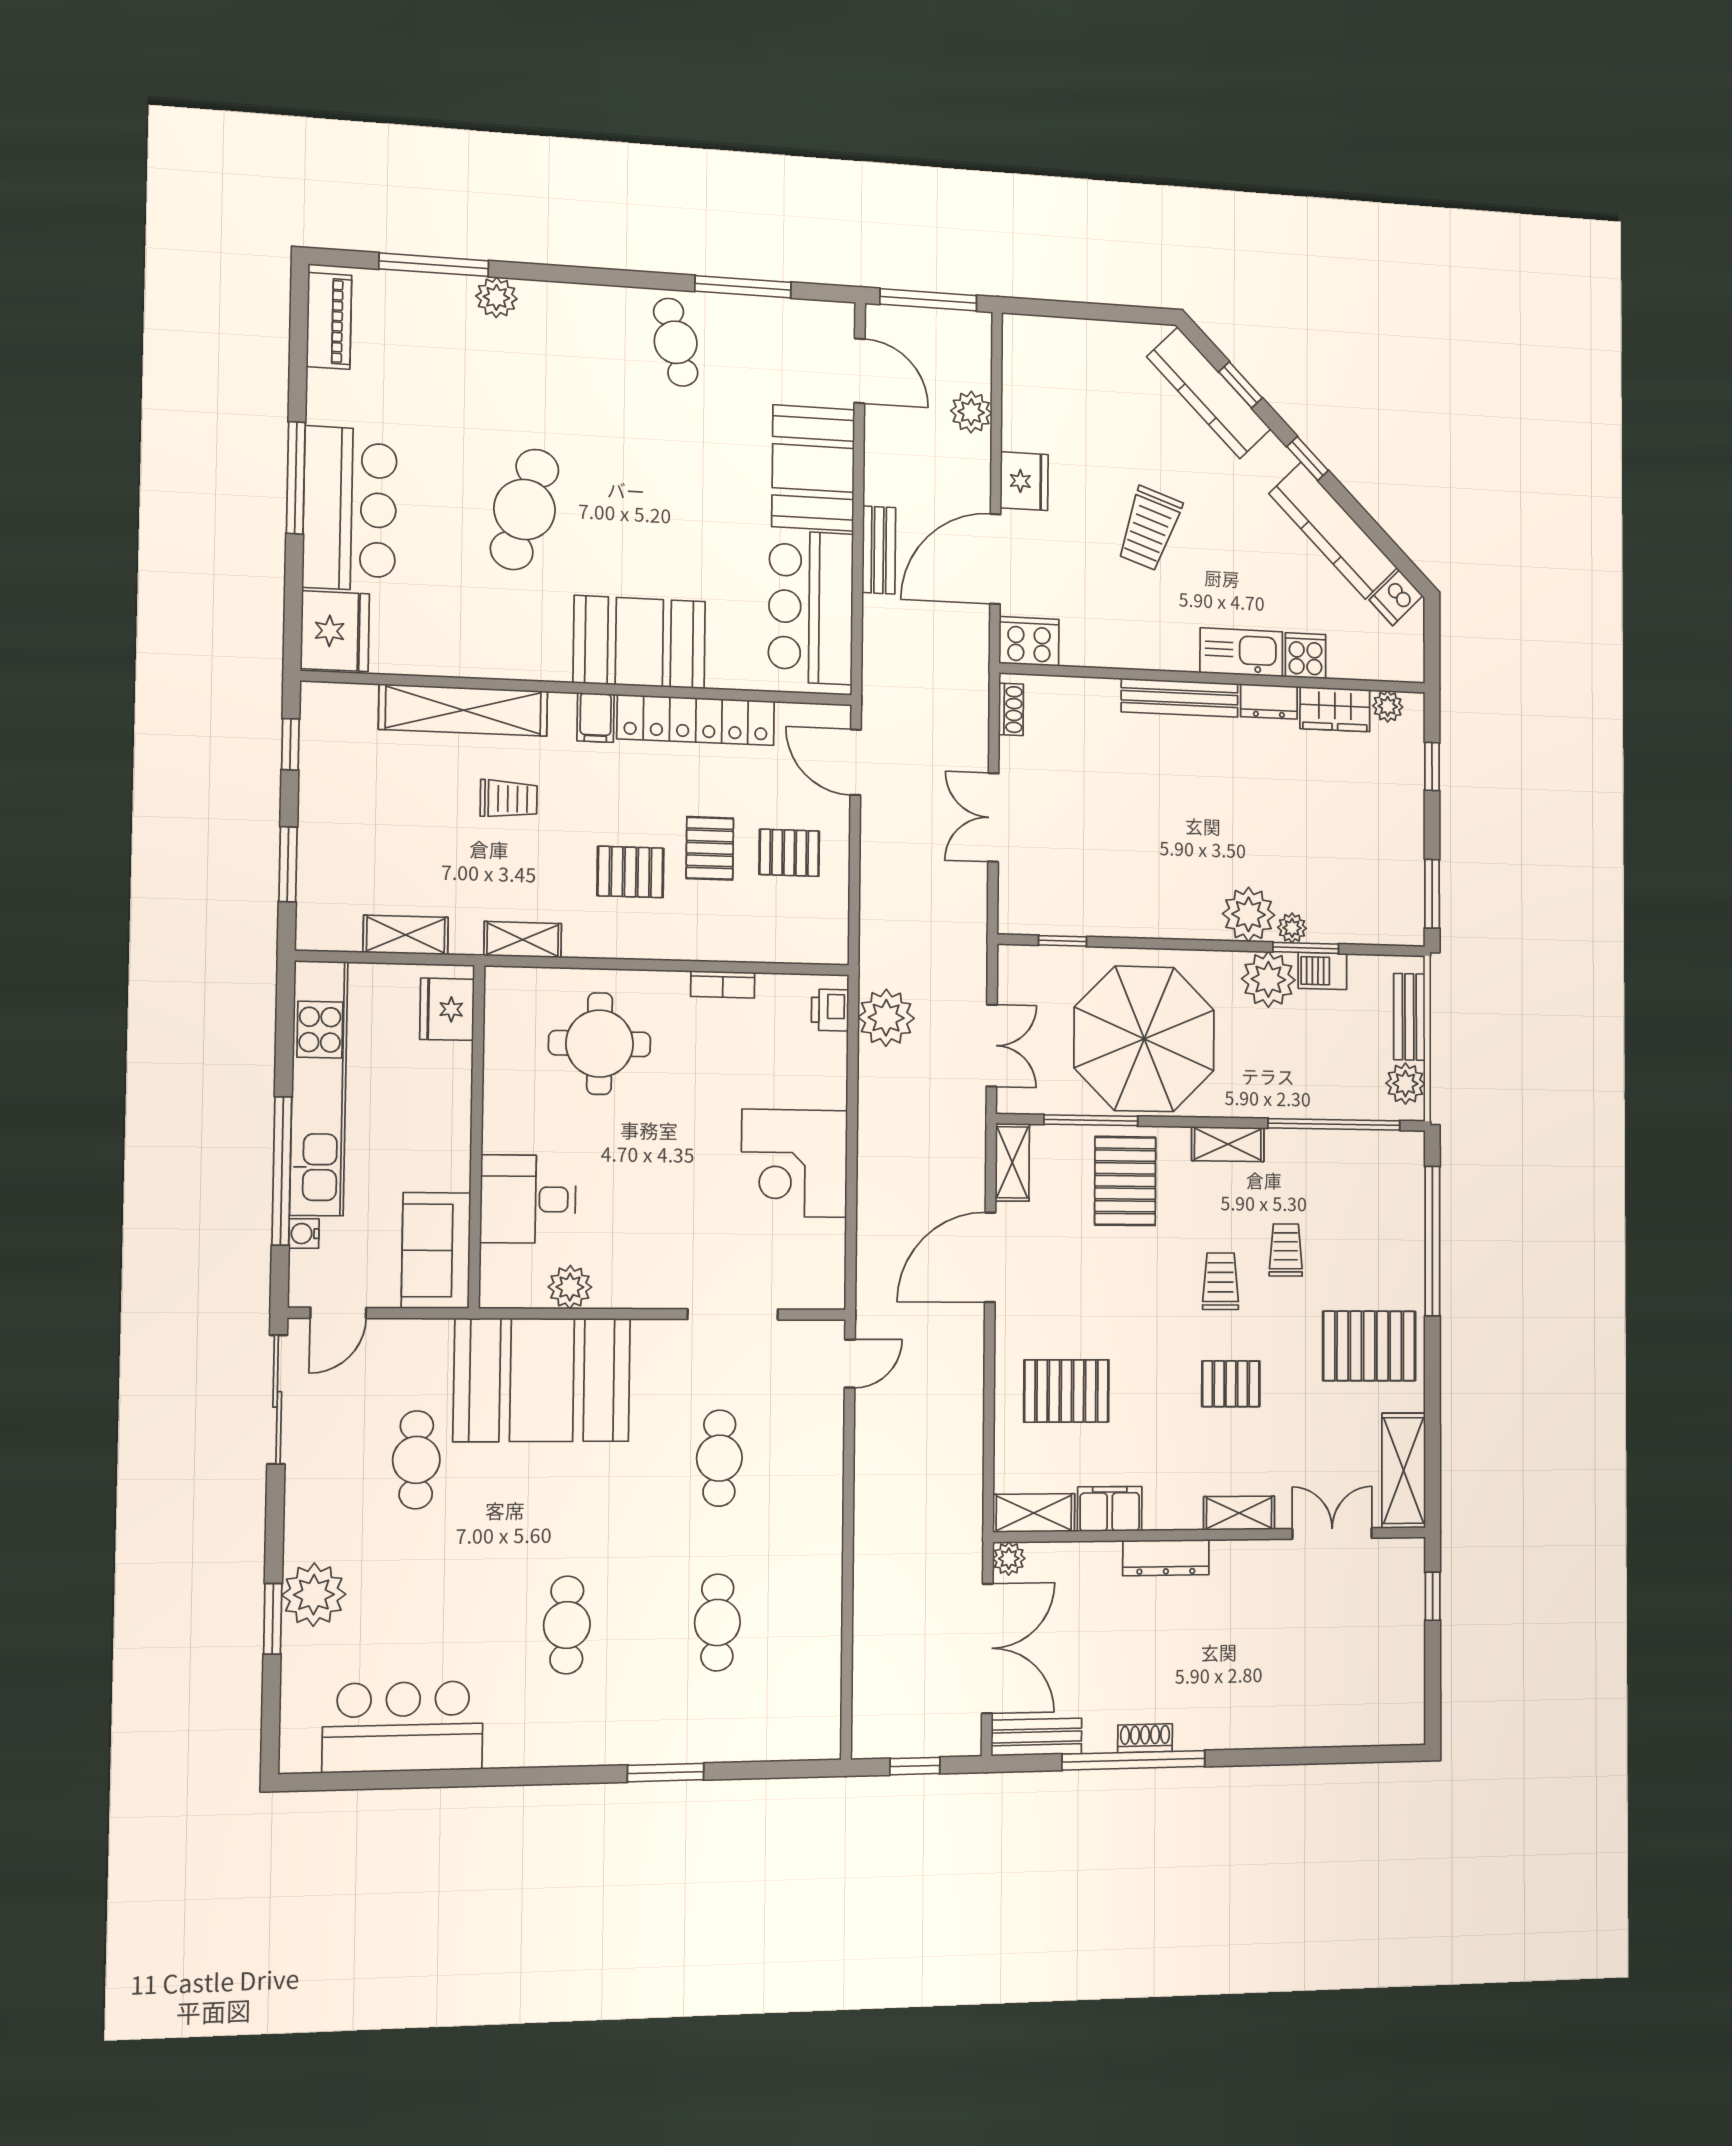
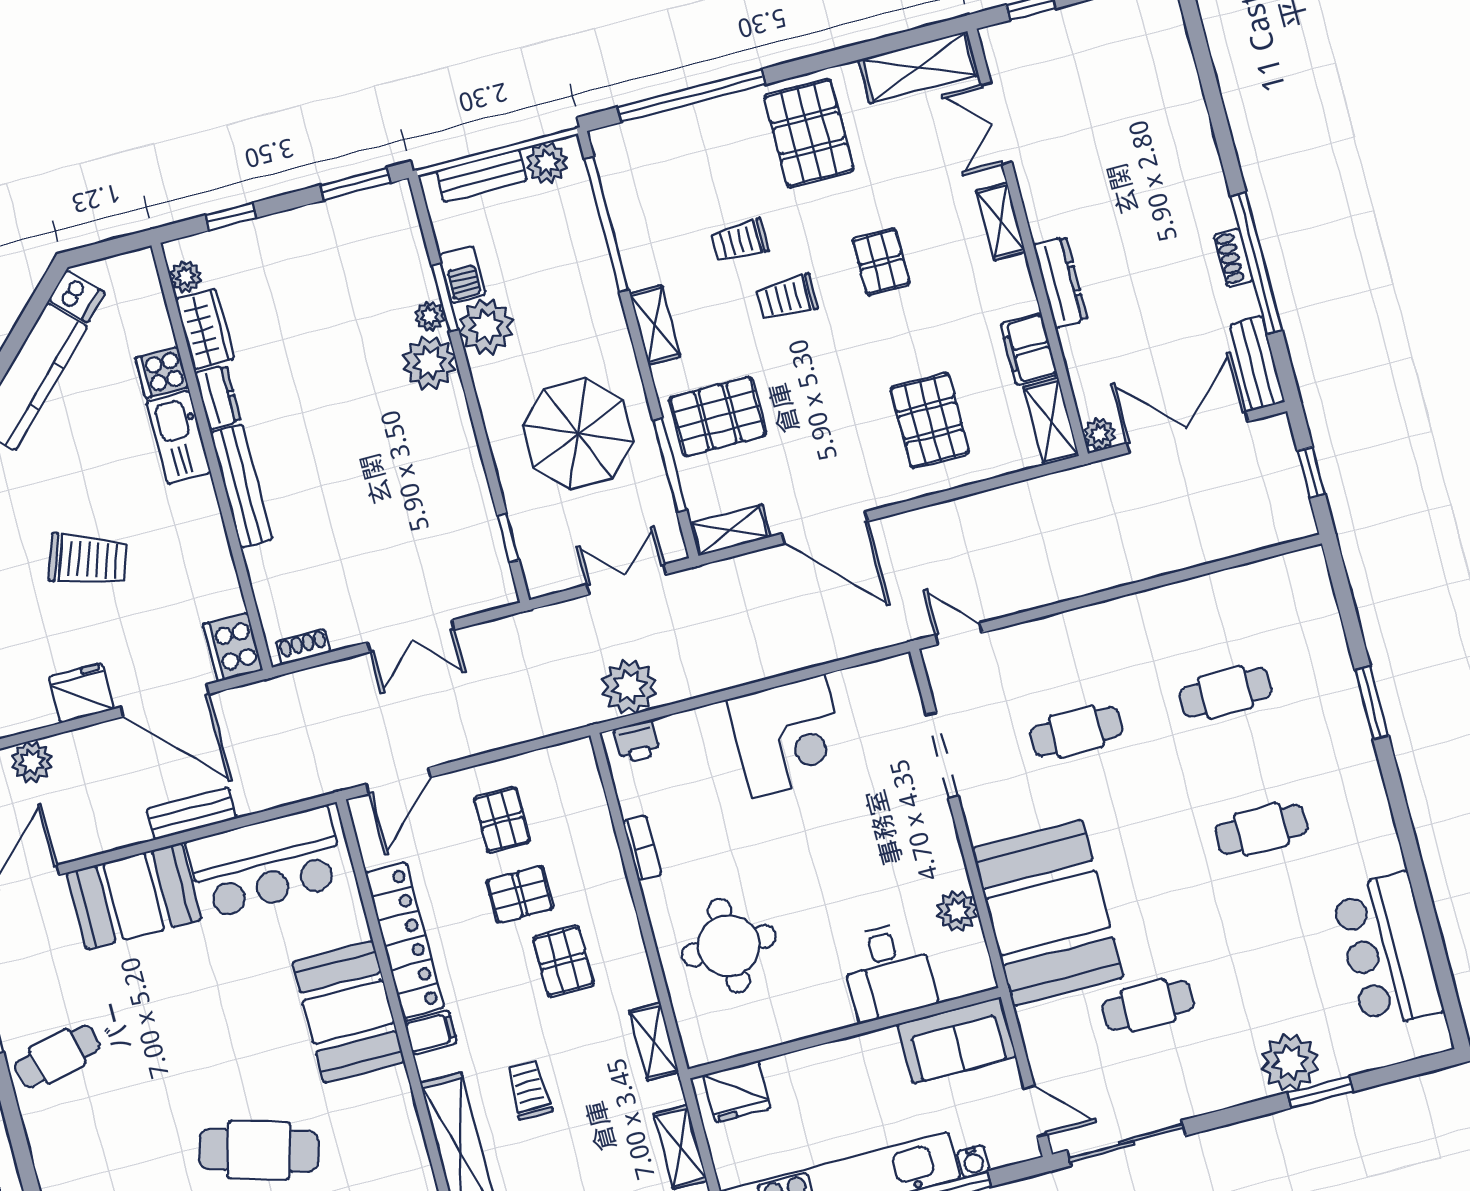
parasol: (1144, 1039) -> (578, 434), width x0.73, depth x0.73

